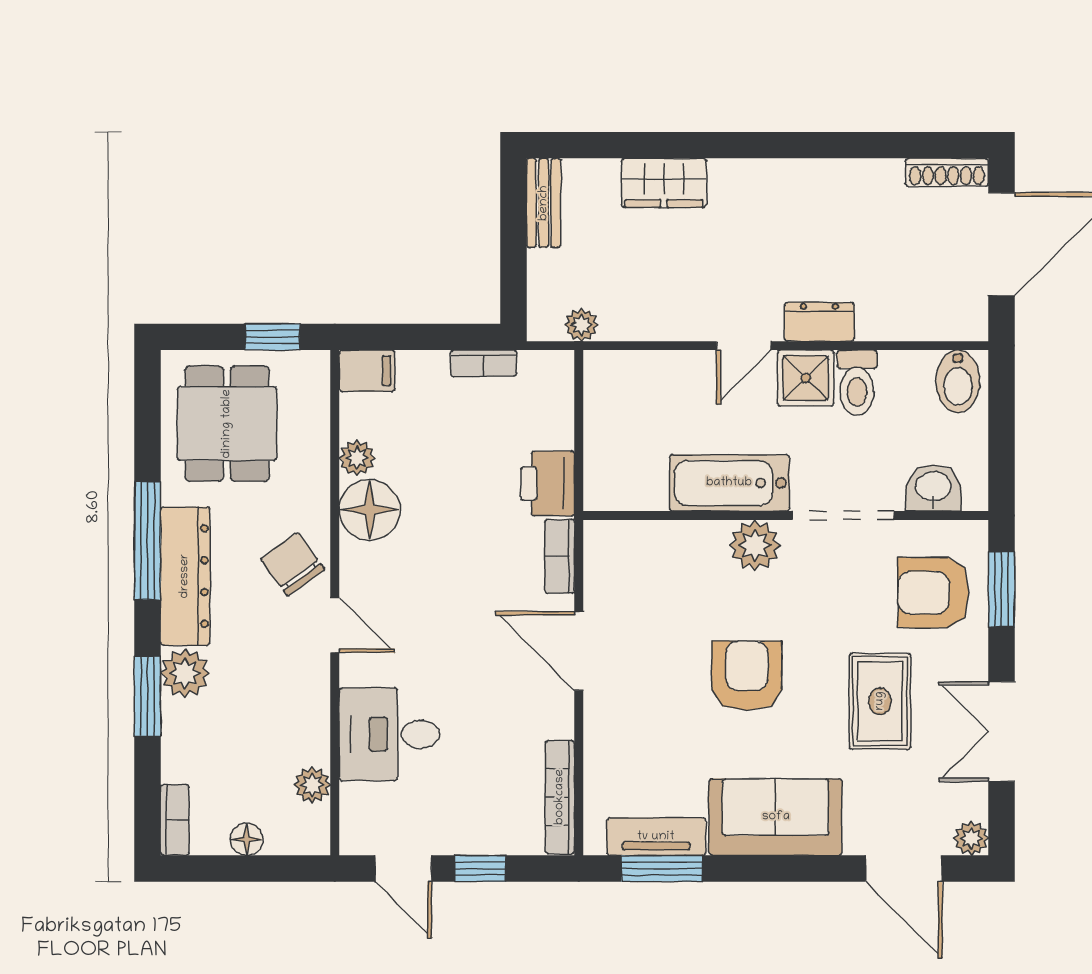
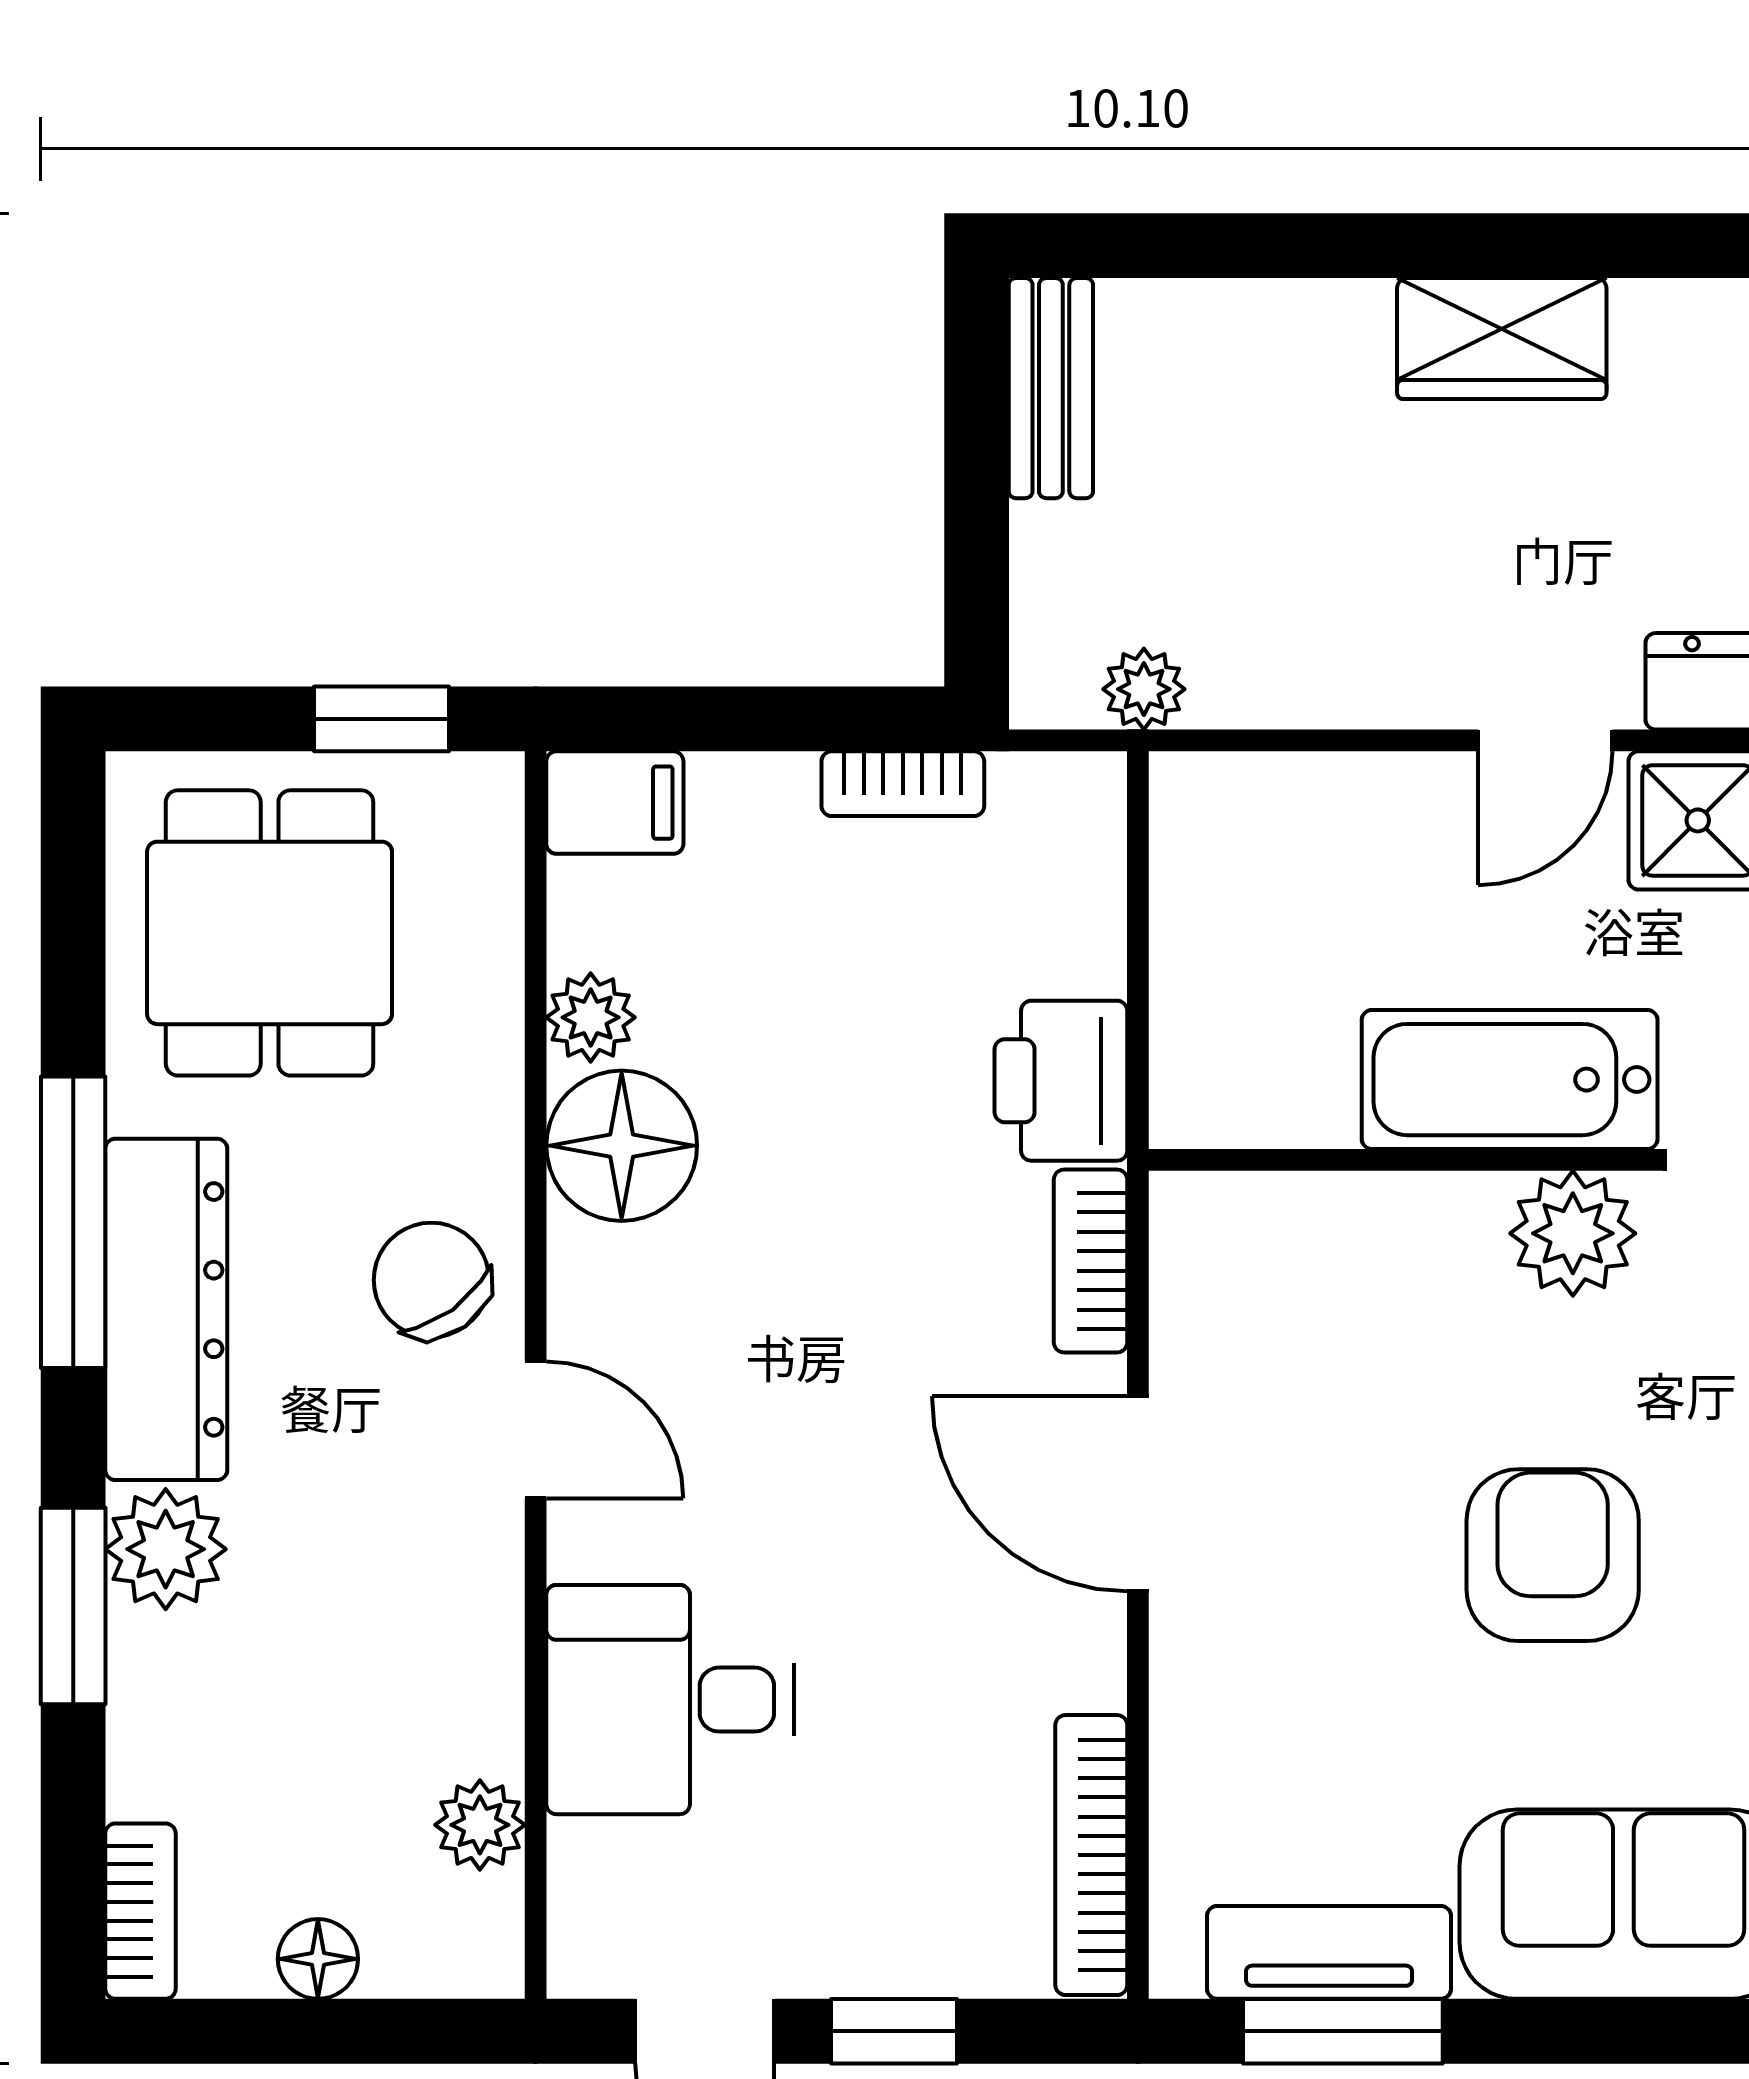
wardrobe: (664, 183) -> (1502, 339), moved

